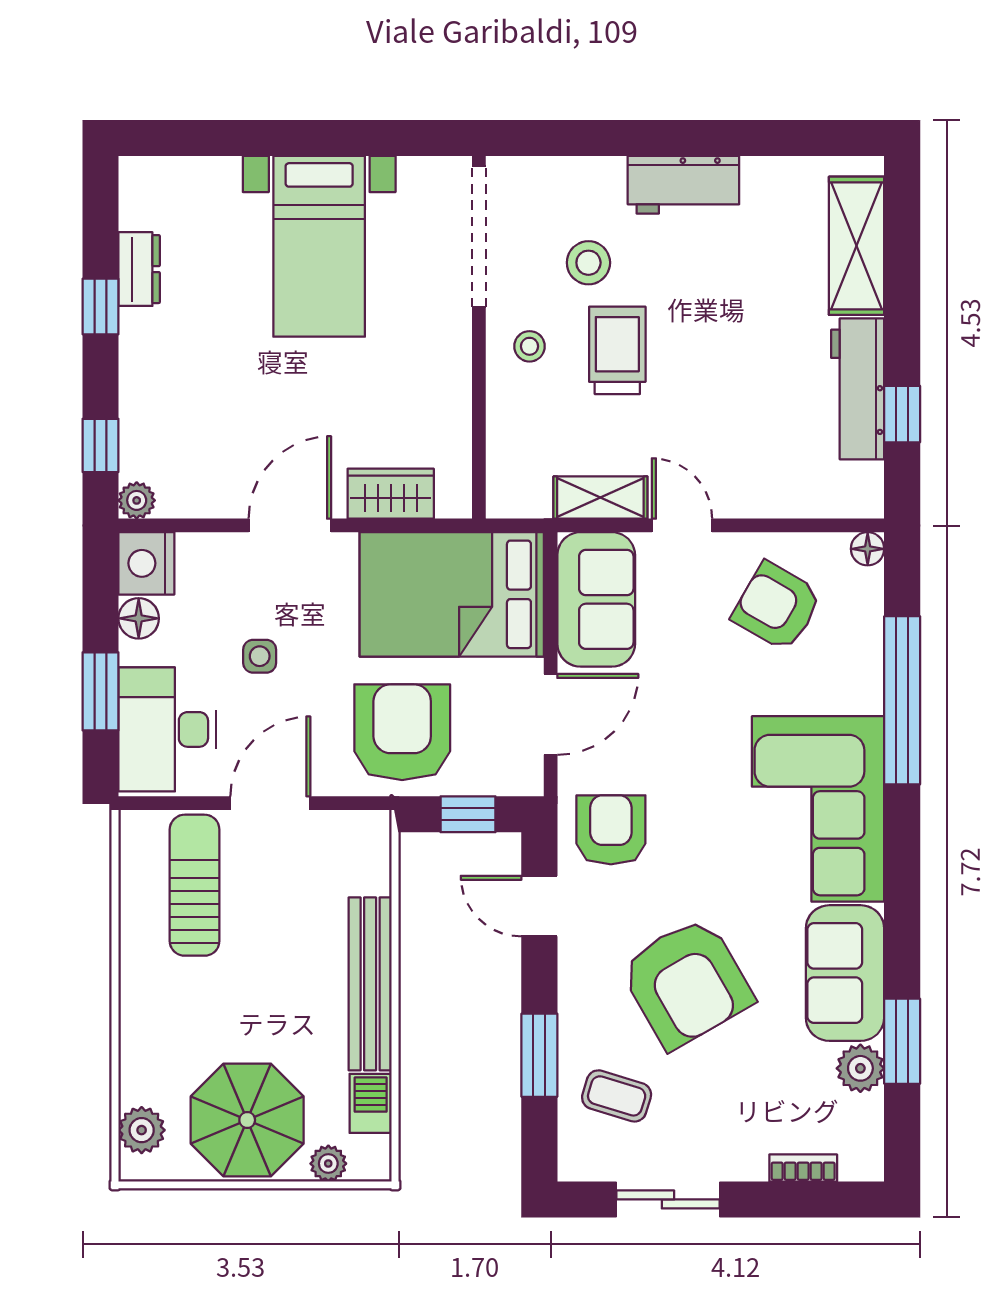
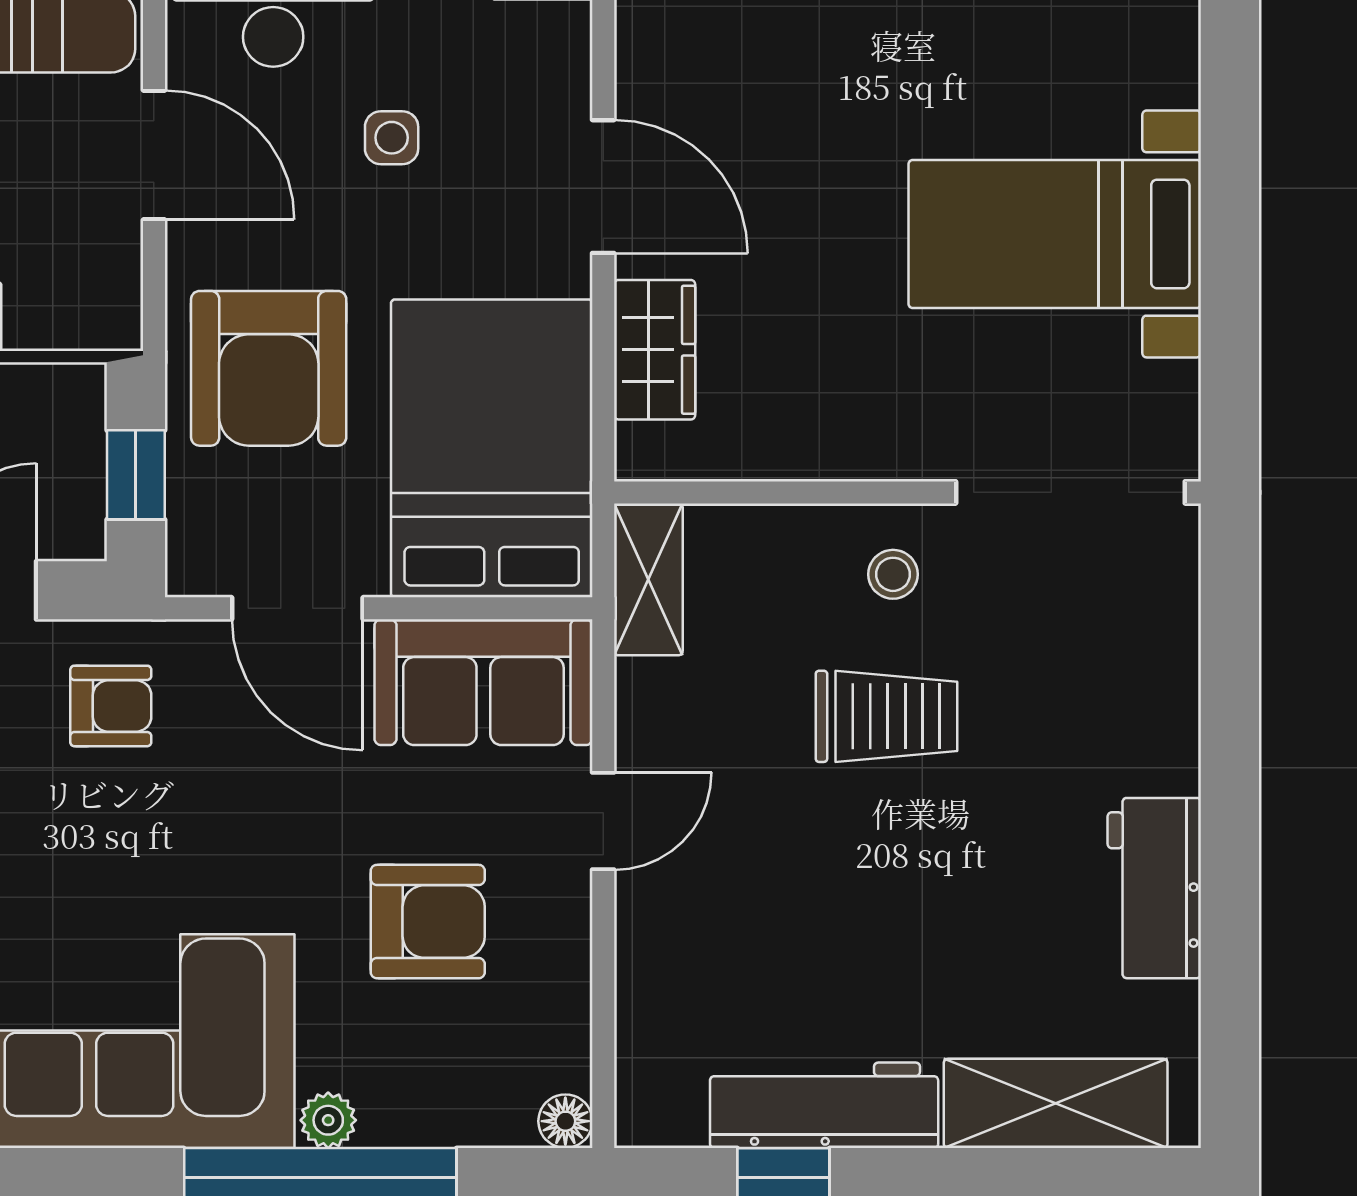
workbench: (683, 185) -> (1154, 888), moved
stool: (588, 263) -> (1028, 670), removed
shelving: (600, 498) -> (648, 579), moved
armchair: (777, 606) -> (428, 922), moved, turned 60
plant: (867, 695) -> (328, 1120), added
armchair: (402, 732) -> (269, 368), turned 90
armchair: (611, 830) -> (111, 706), width x0.72, depth x0.72

